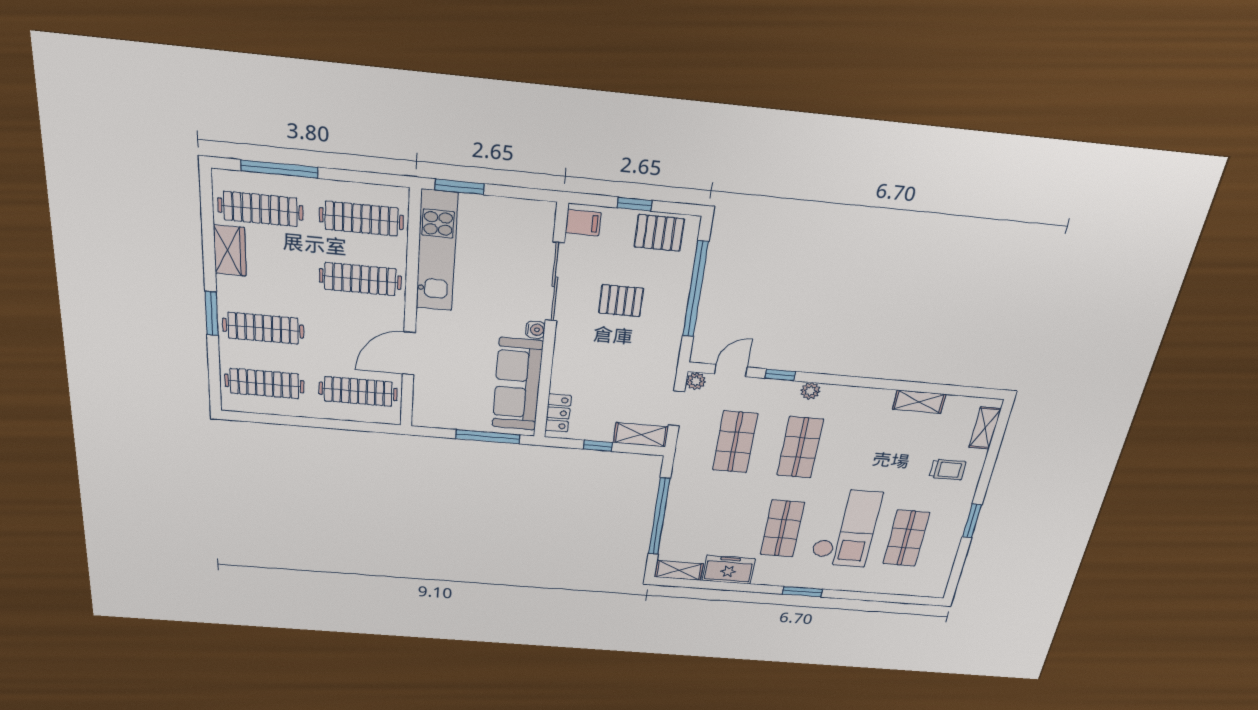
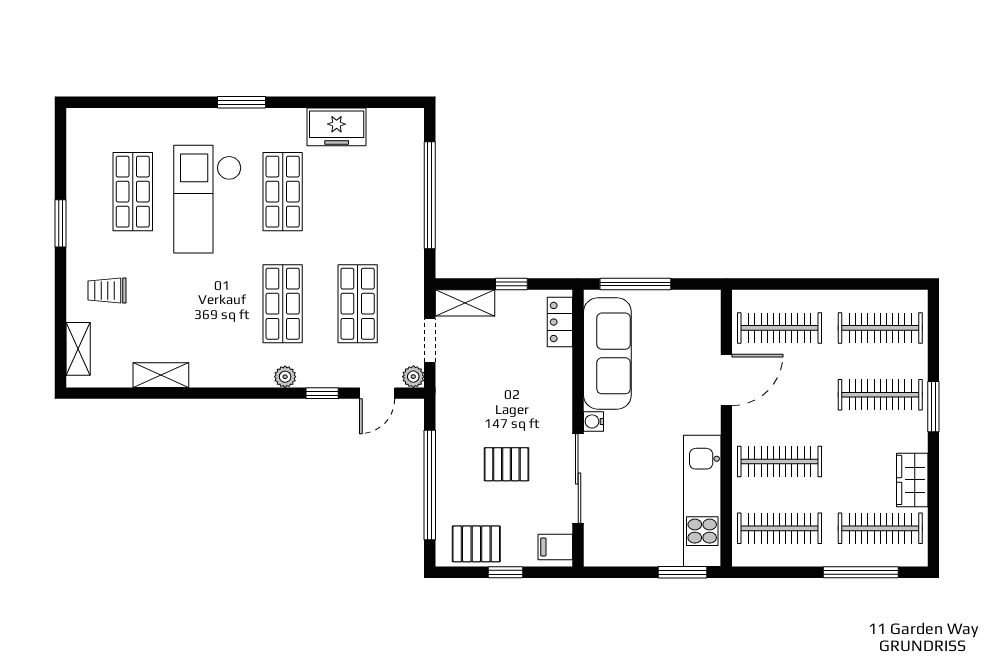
shelving: (679, 570) -> (396, 120), removed

